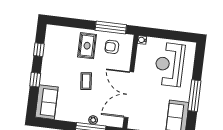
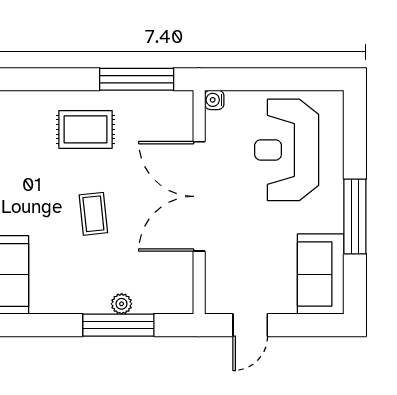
rug: (87, 46) -> (85, 129), turned 90
armchair: (112, 47) -> (145, 125), removed
double door: (129, 95) -> (199, 196), moved

